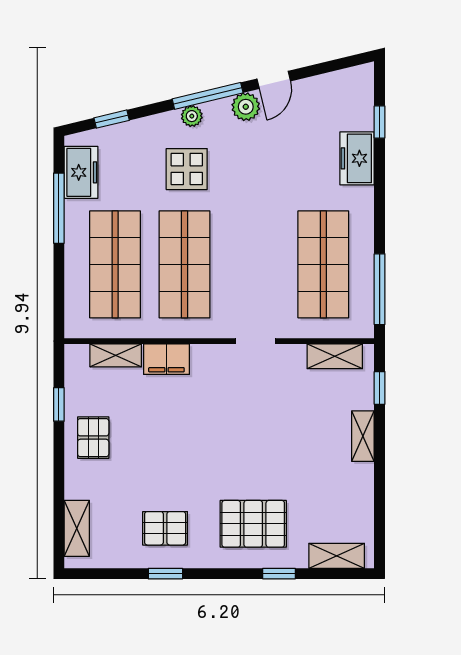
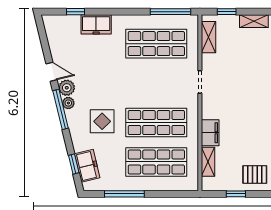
plant: (192, 116) -> (68, 103), moved
freezer: (81, 172) -> (87, 166), moved, turned 76

